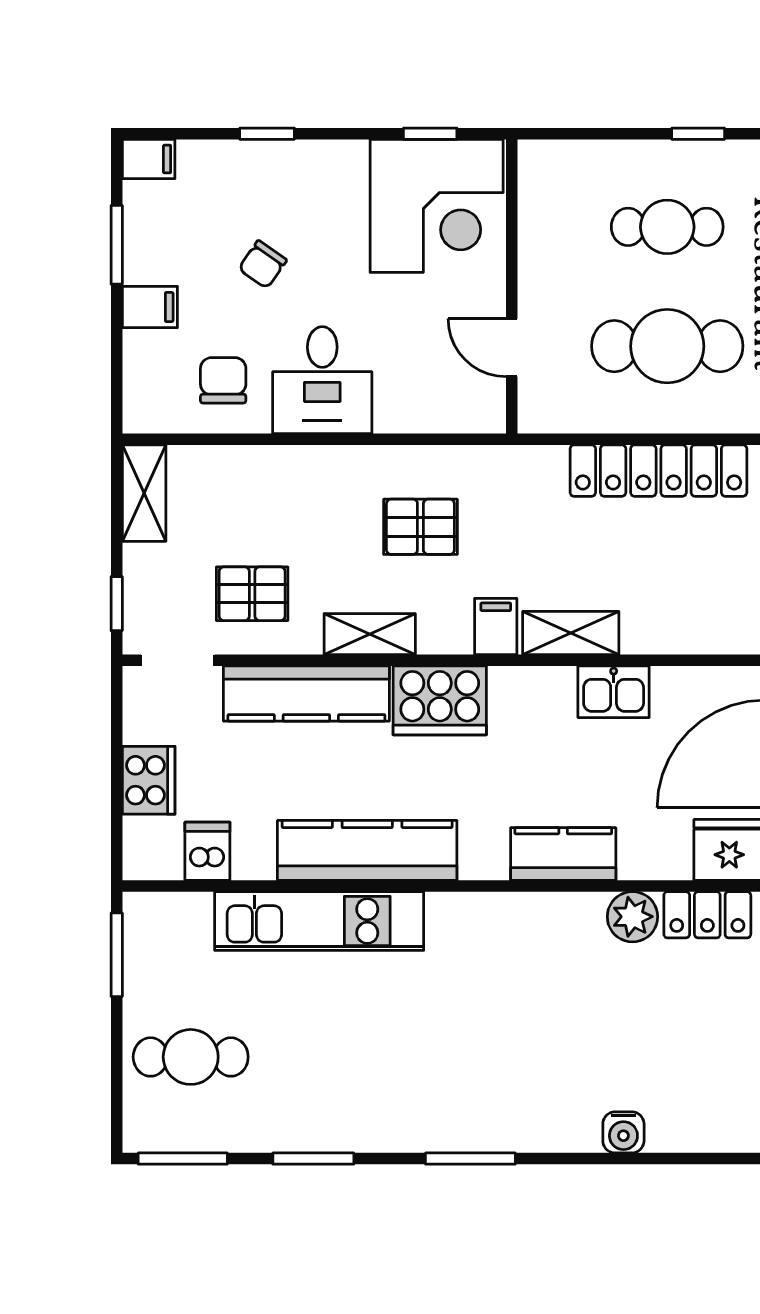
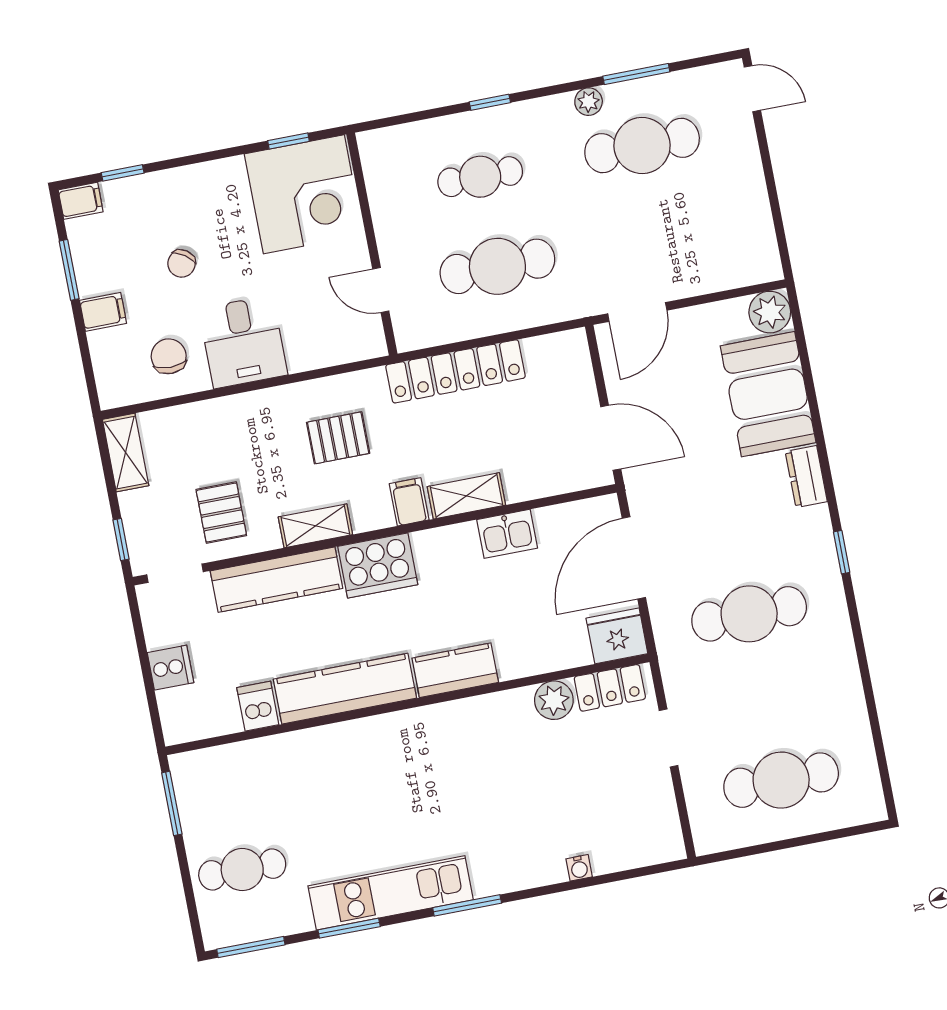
window: (267, 134) -> (123, 173), moved
locker: (658, 471) -> (455, 371), moved
pallet: (252, 594) -> (221, 513), turned 90
cooker: (149, 780) -> (171, 668), width x0.73
dishwasher: (207, 851) -> (258, 706), moved
kitchen counter: (563, 854) -> (455, 670), moved
kitchen unit: (319, 921) -> (391, 893), moved, turned 180
water cooler: (623, 1132) -> (579, 868), width x0.72, depth x0.72

